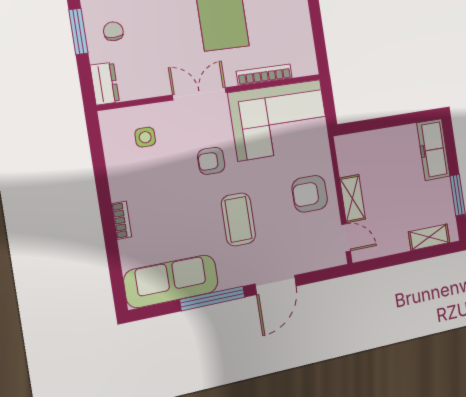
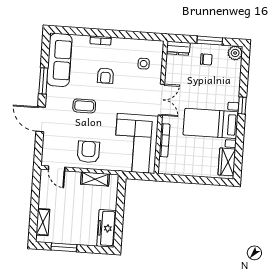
freezer: (433, 150) -> (107, 228), moved, turned -90
armchair: (211, 161) -> (106, 76), moved, turned 180
shelving: (353, 199) -> (95, 179), moved
coffee table: (238, 219) -> (84, 106), width x0.73, depth x0.77
door: (346, 238) -> (57, 168), hinge flipped
window: (212, 298) -> (43, 81), width x0.69

